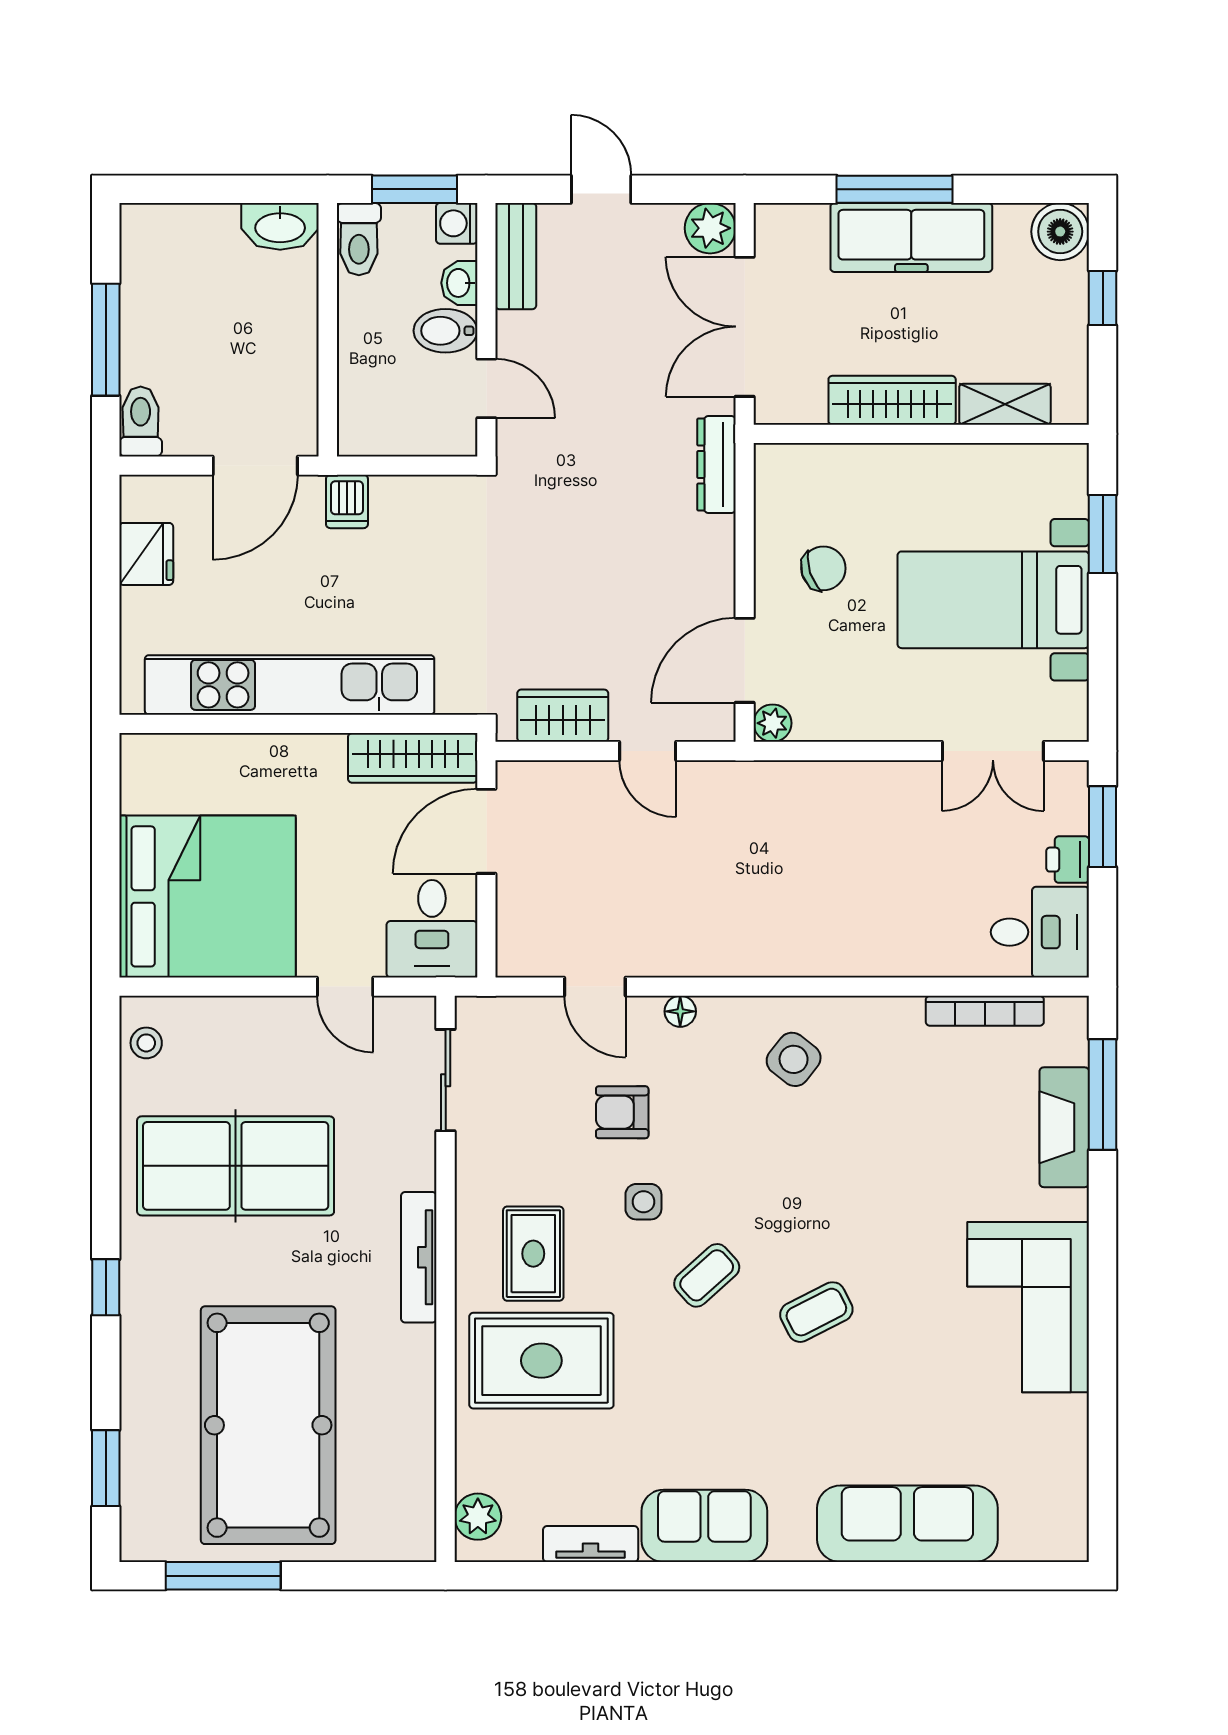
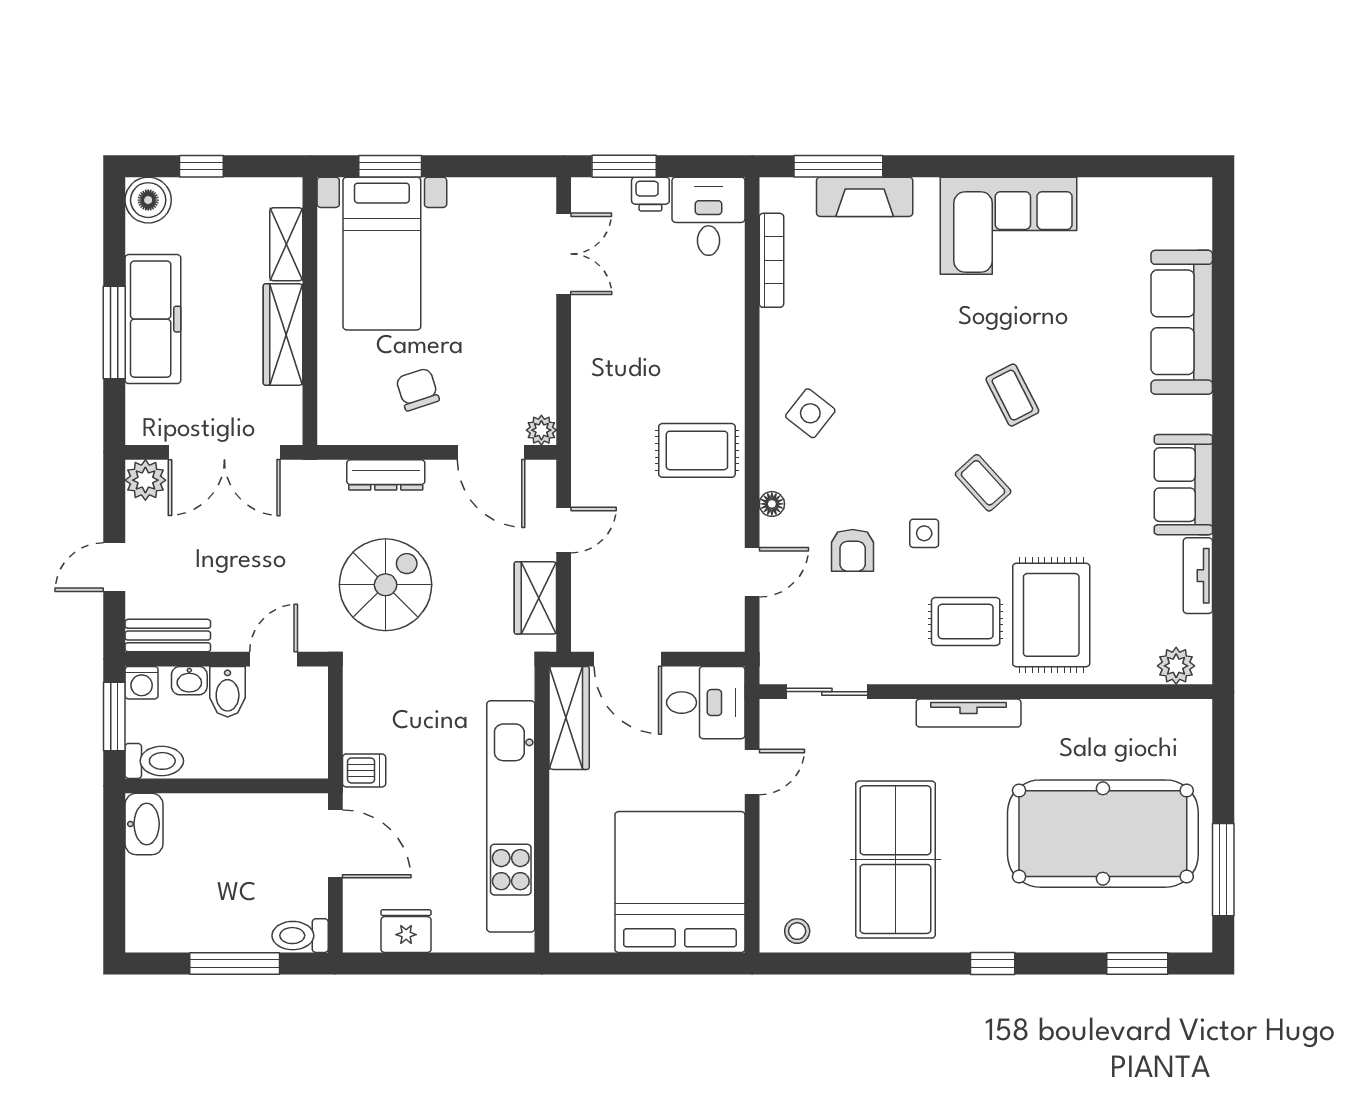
dresser: (716, 464) -> (386, 475), moved
spiral stairs: (579, 528) -> (386, 585), added
bed with nightstands: (993, 600) -> (382, 254), moved
rug: (747, 918) -> (697, 450), added

